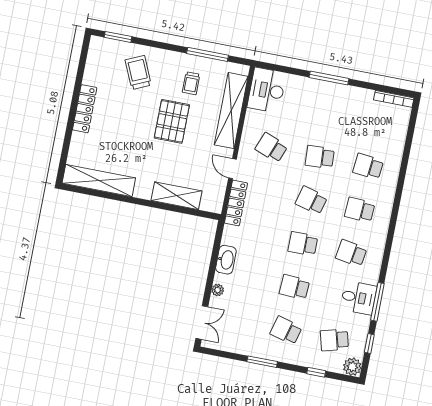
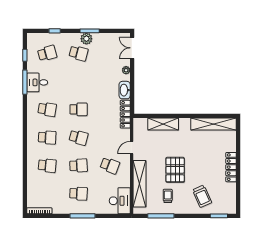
door: (232, 169) -> (132, 148), swing flipped
locker: (236, 203) -> (125, 114), moved
school desk: (294, 287) -> (79, 194), moved
plant: (352, 367) -> (86, 39), moved

